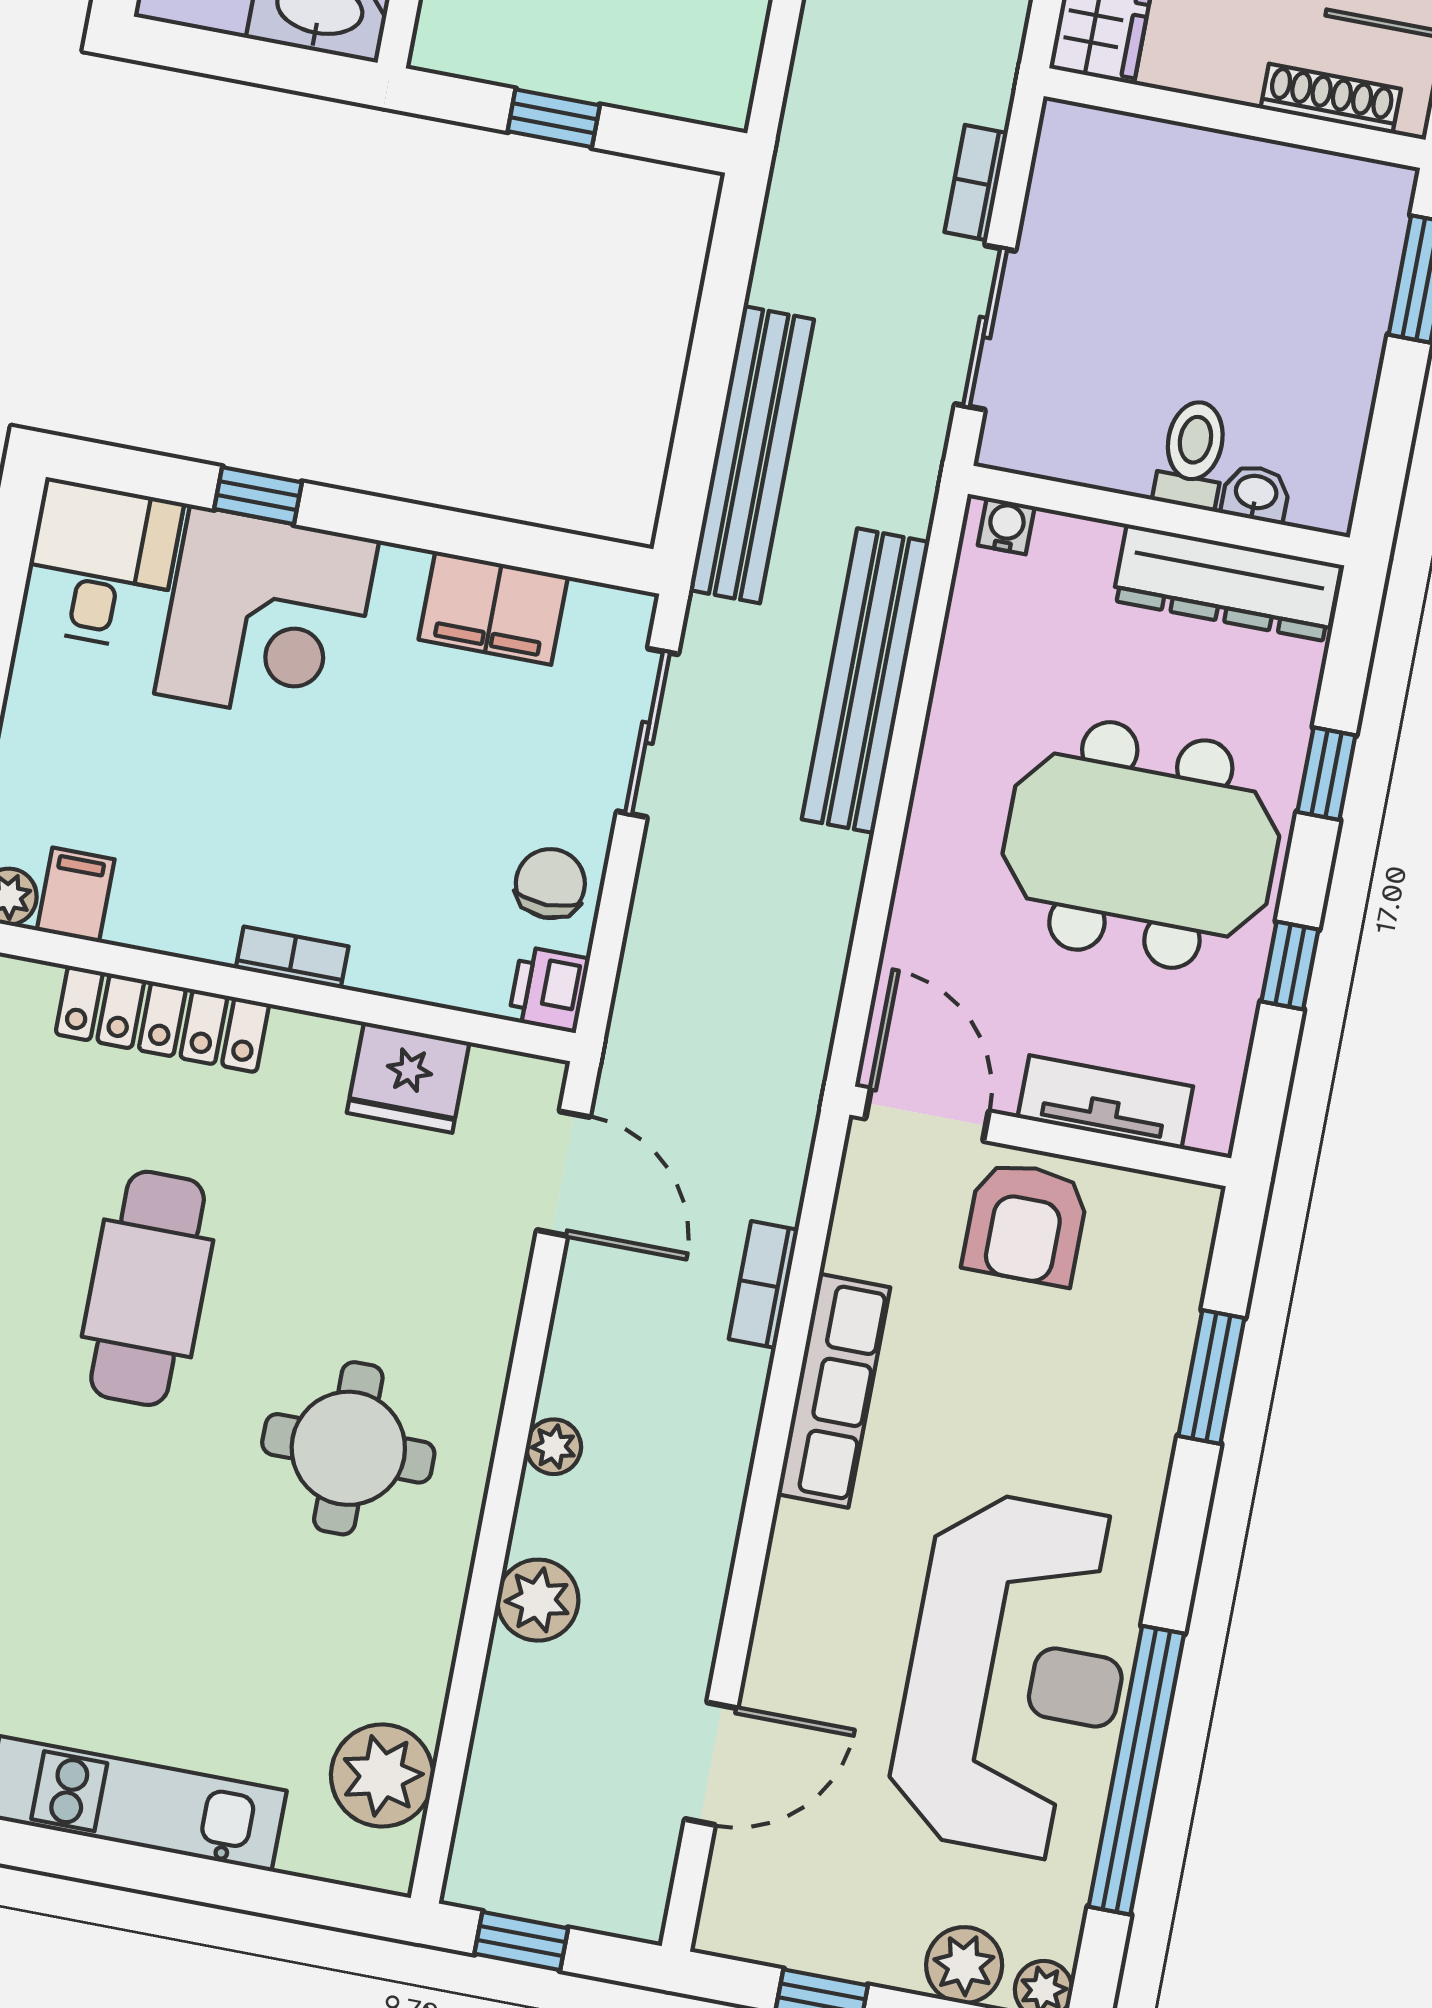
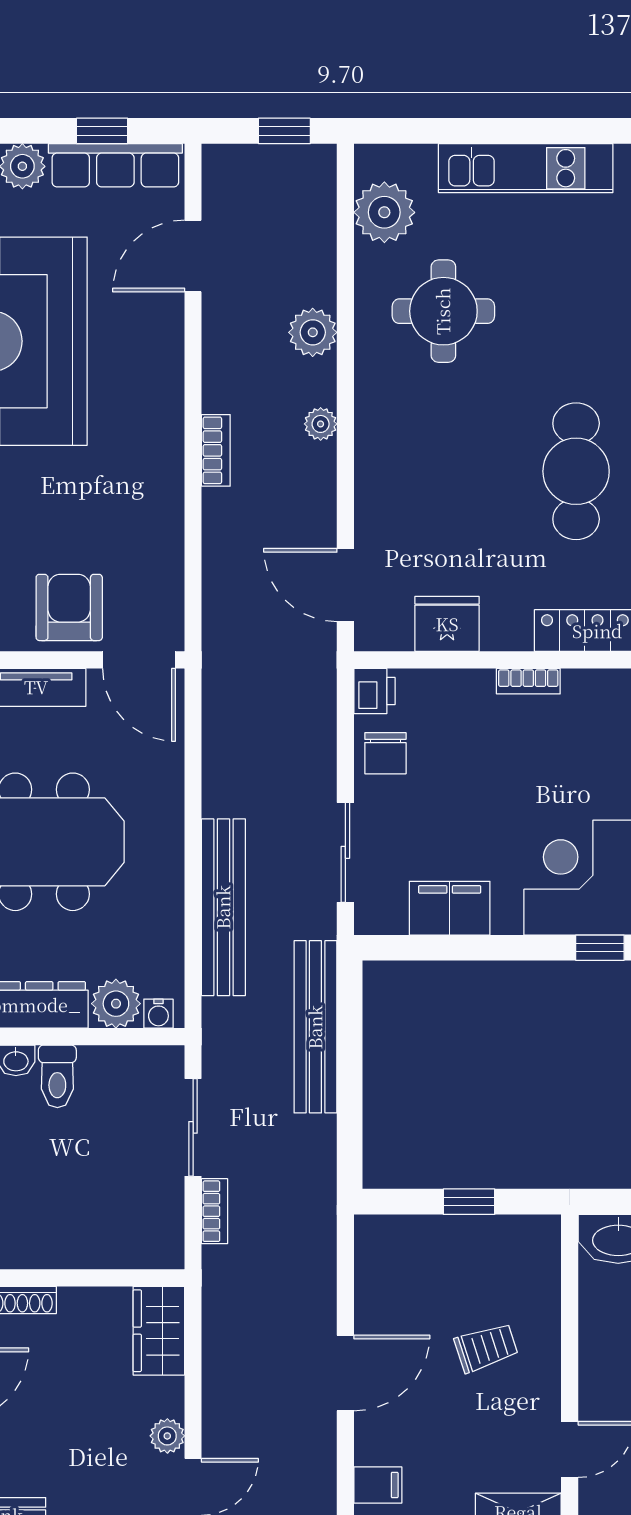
plant: (1073, 556) -> (116, 1004), added
bookcase: (764, 1285) -> (216, 450), moved
row of seats: (834, 1391) -> (115, 165), moved, turned -90
round table: (348, 1448) -> (443, 311), moved

